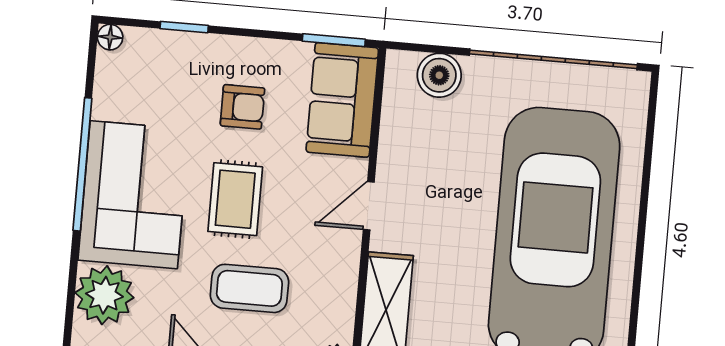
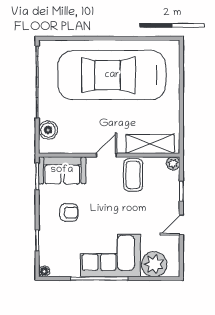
armchair: (242, 107) -> (69, 213), turned 90
rug: (235, 199) -> (108, 212), removed
door: (369, 206) -> (106, 155), swing flipped
coffee table: (249, 288) -> (133, 175), moved

